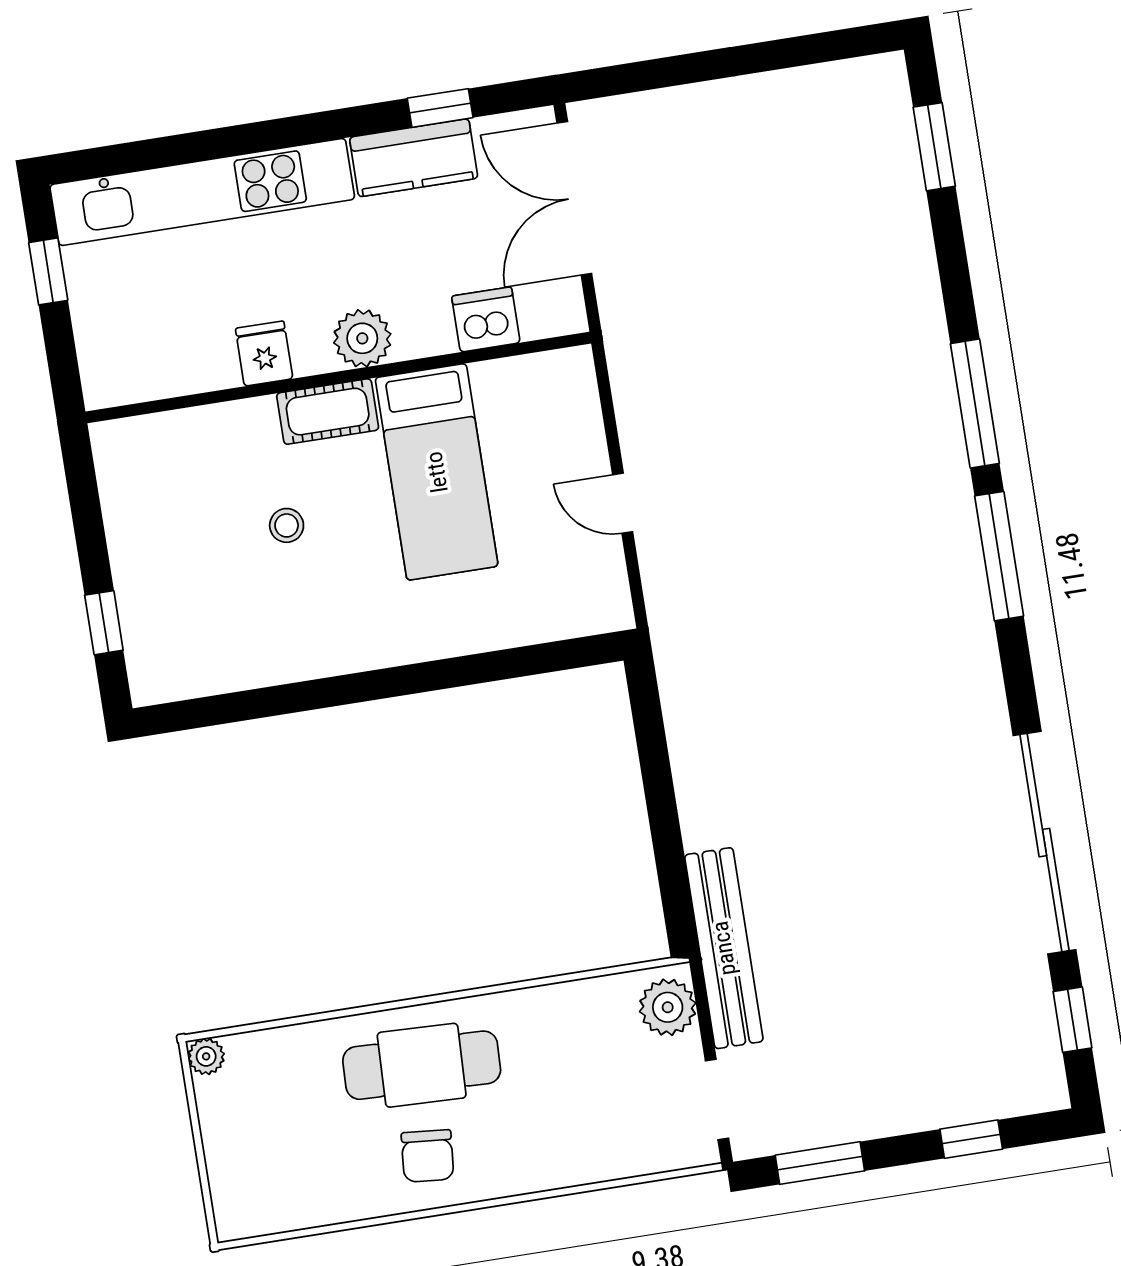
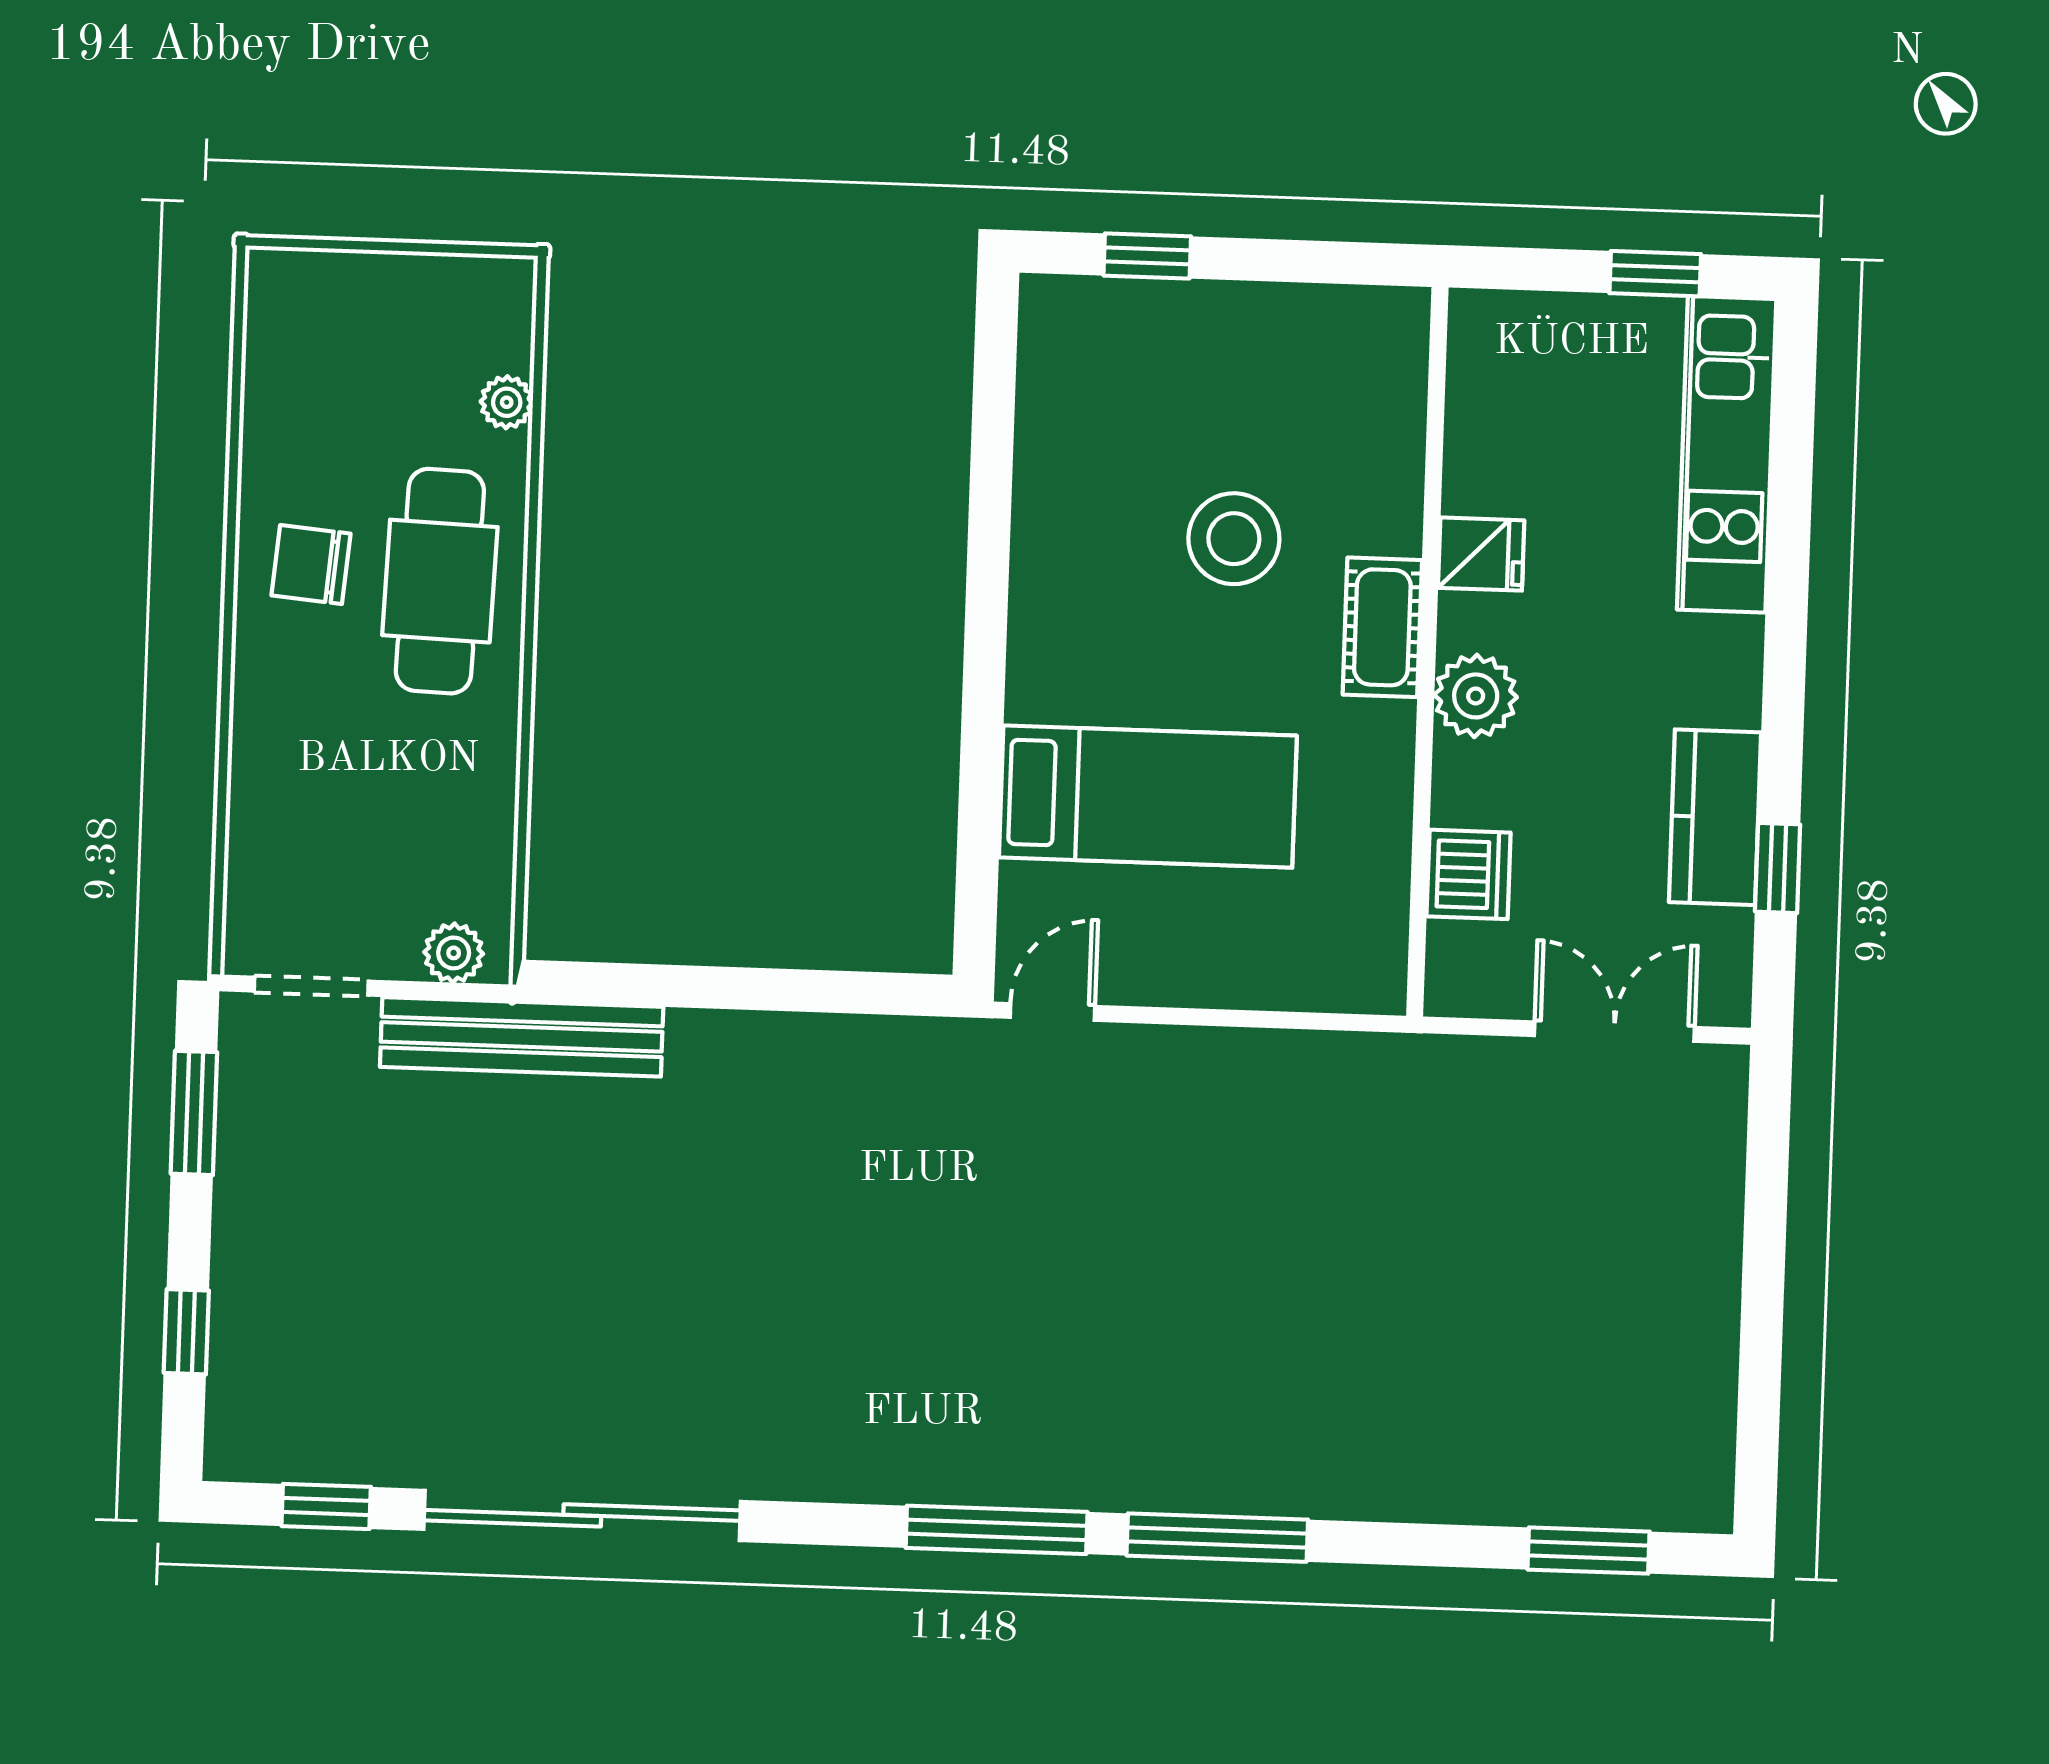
kitchen unit: (202, 192) -> (1727, 454), width x0.73
double door: (574, 198) -> (1614, 1032), width x0.73
bed: (437, 472) -> (1148, 797), moved, turned 180
door: (623, 503) -> (1053, 1012), moved
stool: (287, 525) -> (1234, 539), width x1.89, depth x1.89
plant: (668, 1007) -> (454, 953), width x0.73, depth x0.73
plant: (206, 1056) -> (507, 402), moved

